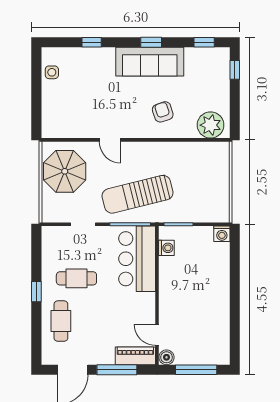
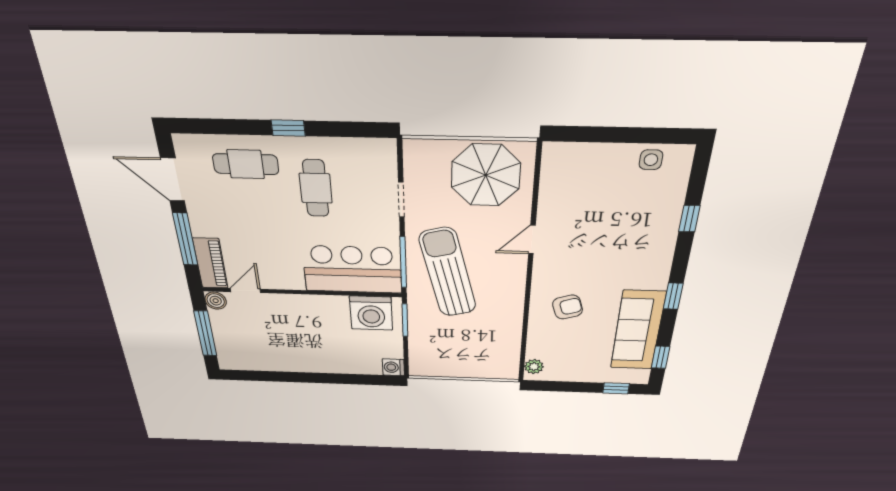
sofa: (150, 62) -> (638, 330), moved
plant: (211, 125) -> (534, 367), width x0.53, depth x0.53
washing machine: (166, 248) -> (371, 313), width x1.89, depth x1.89

